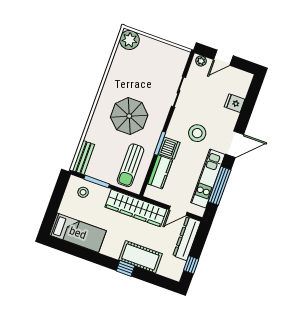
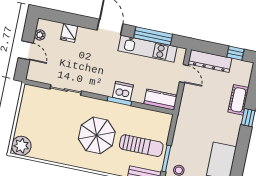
plant: (201, 61) -> (40, 35), moved
stool: (197, 133) -> (104, 66), removed
sun lounger: (131, 165) -> (141, 146), moved
kitchen counter: (160, 172) -> (161, 100), moved
wardrobe: (136, 208) -> (187, 116), removed
cot: (140, 257) -> (238, 100), width x0.73, depth x0.75

